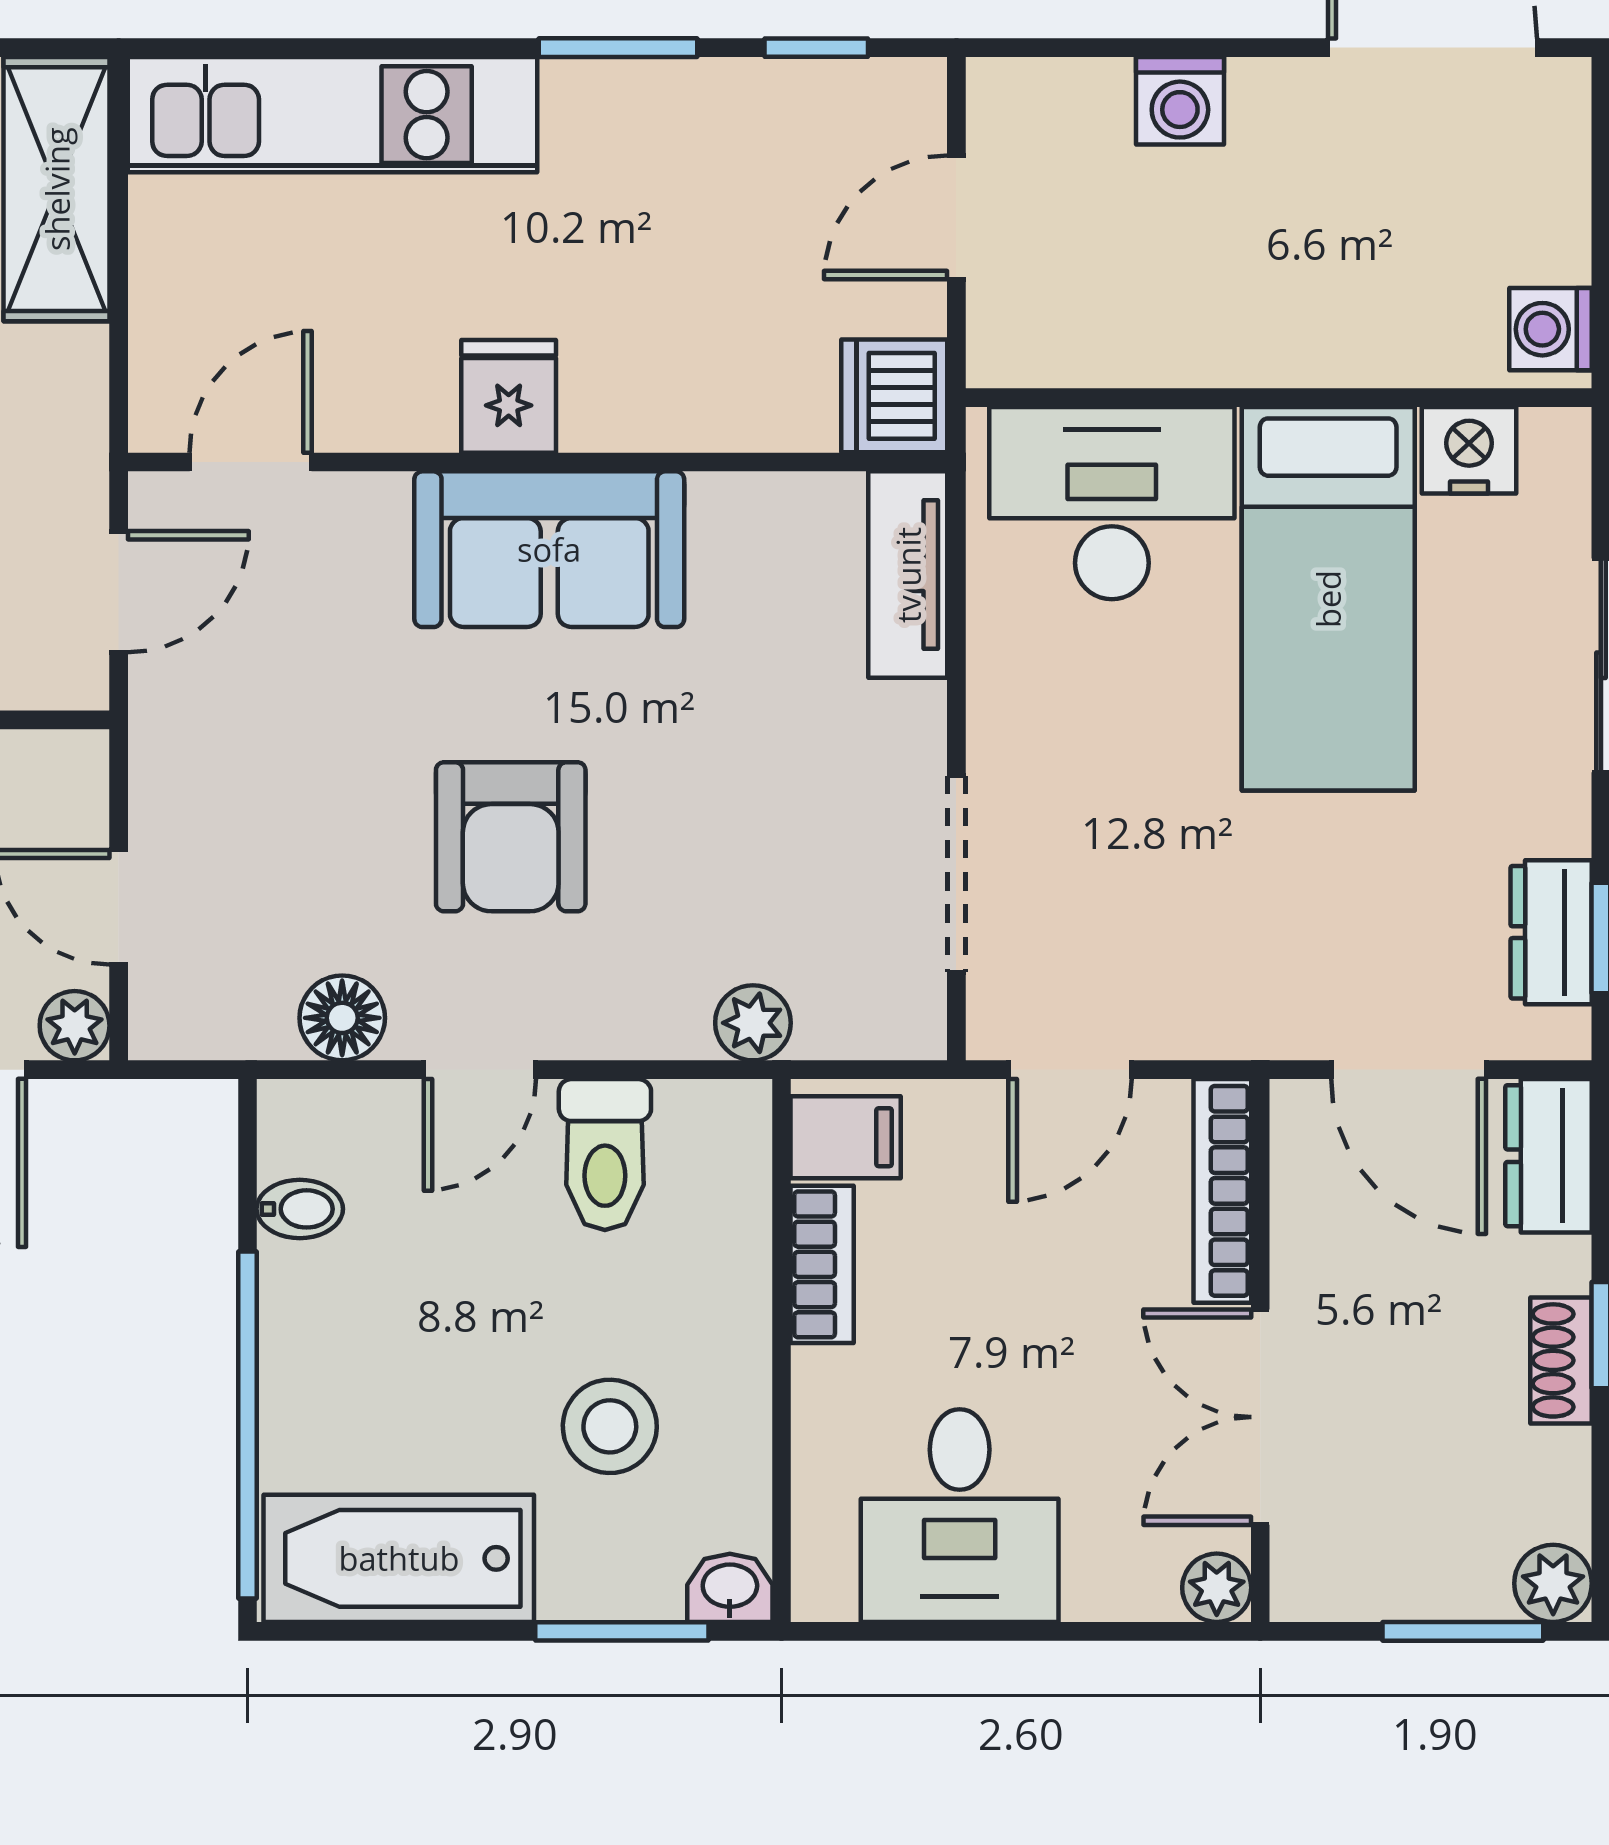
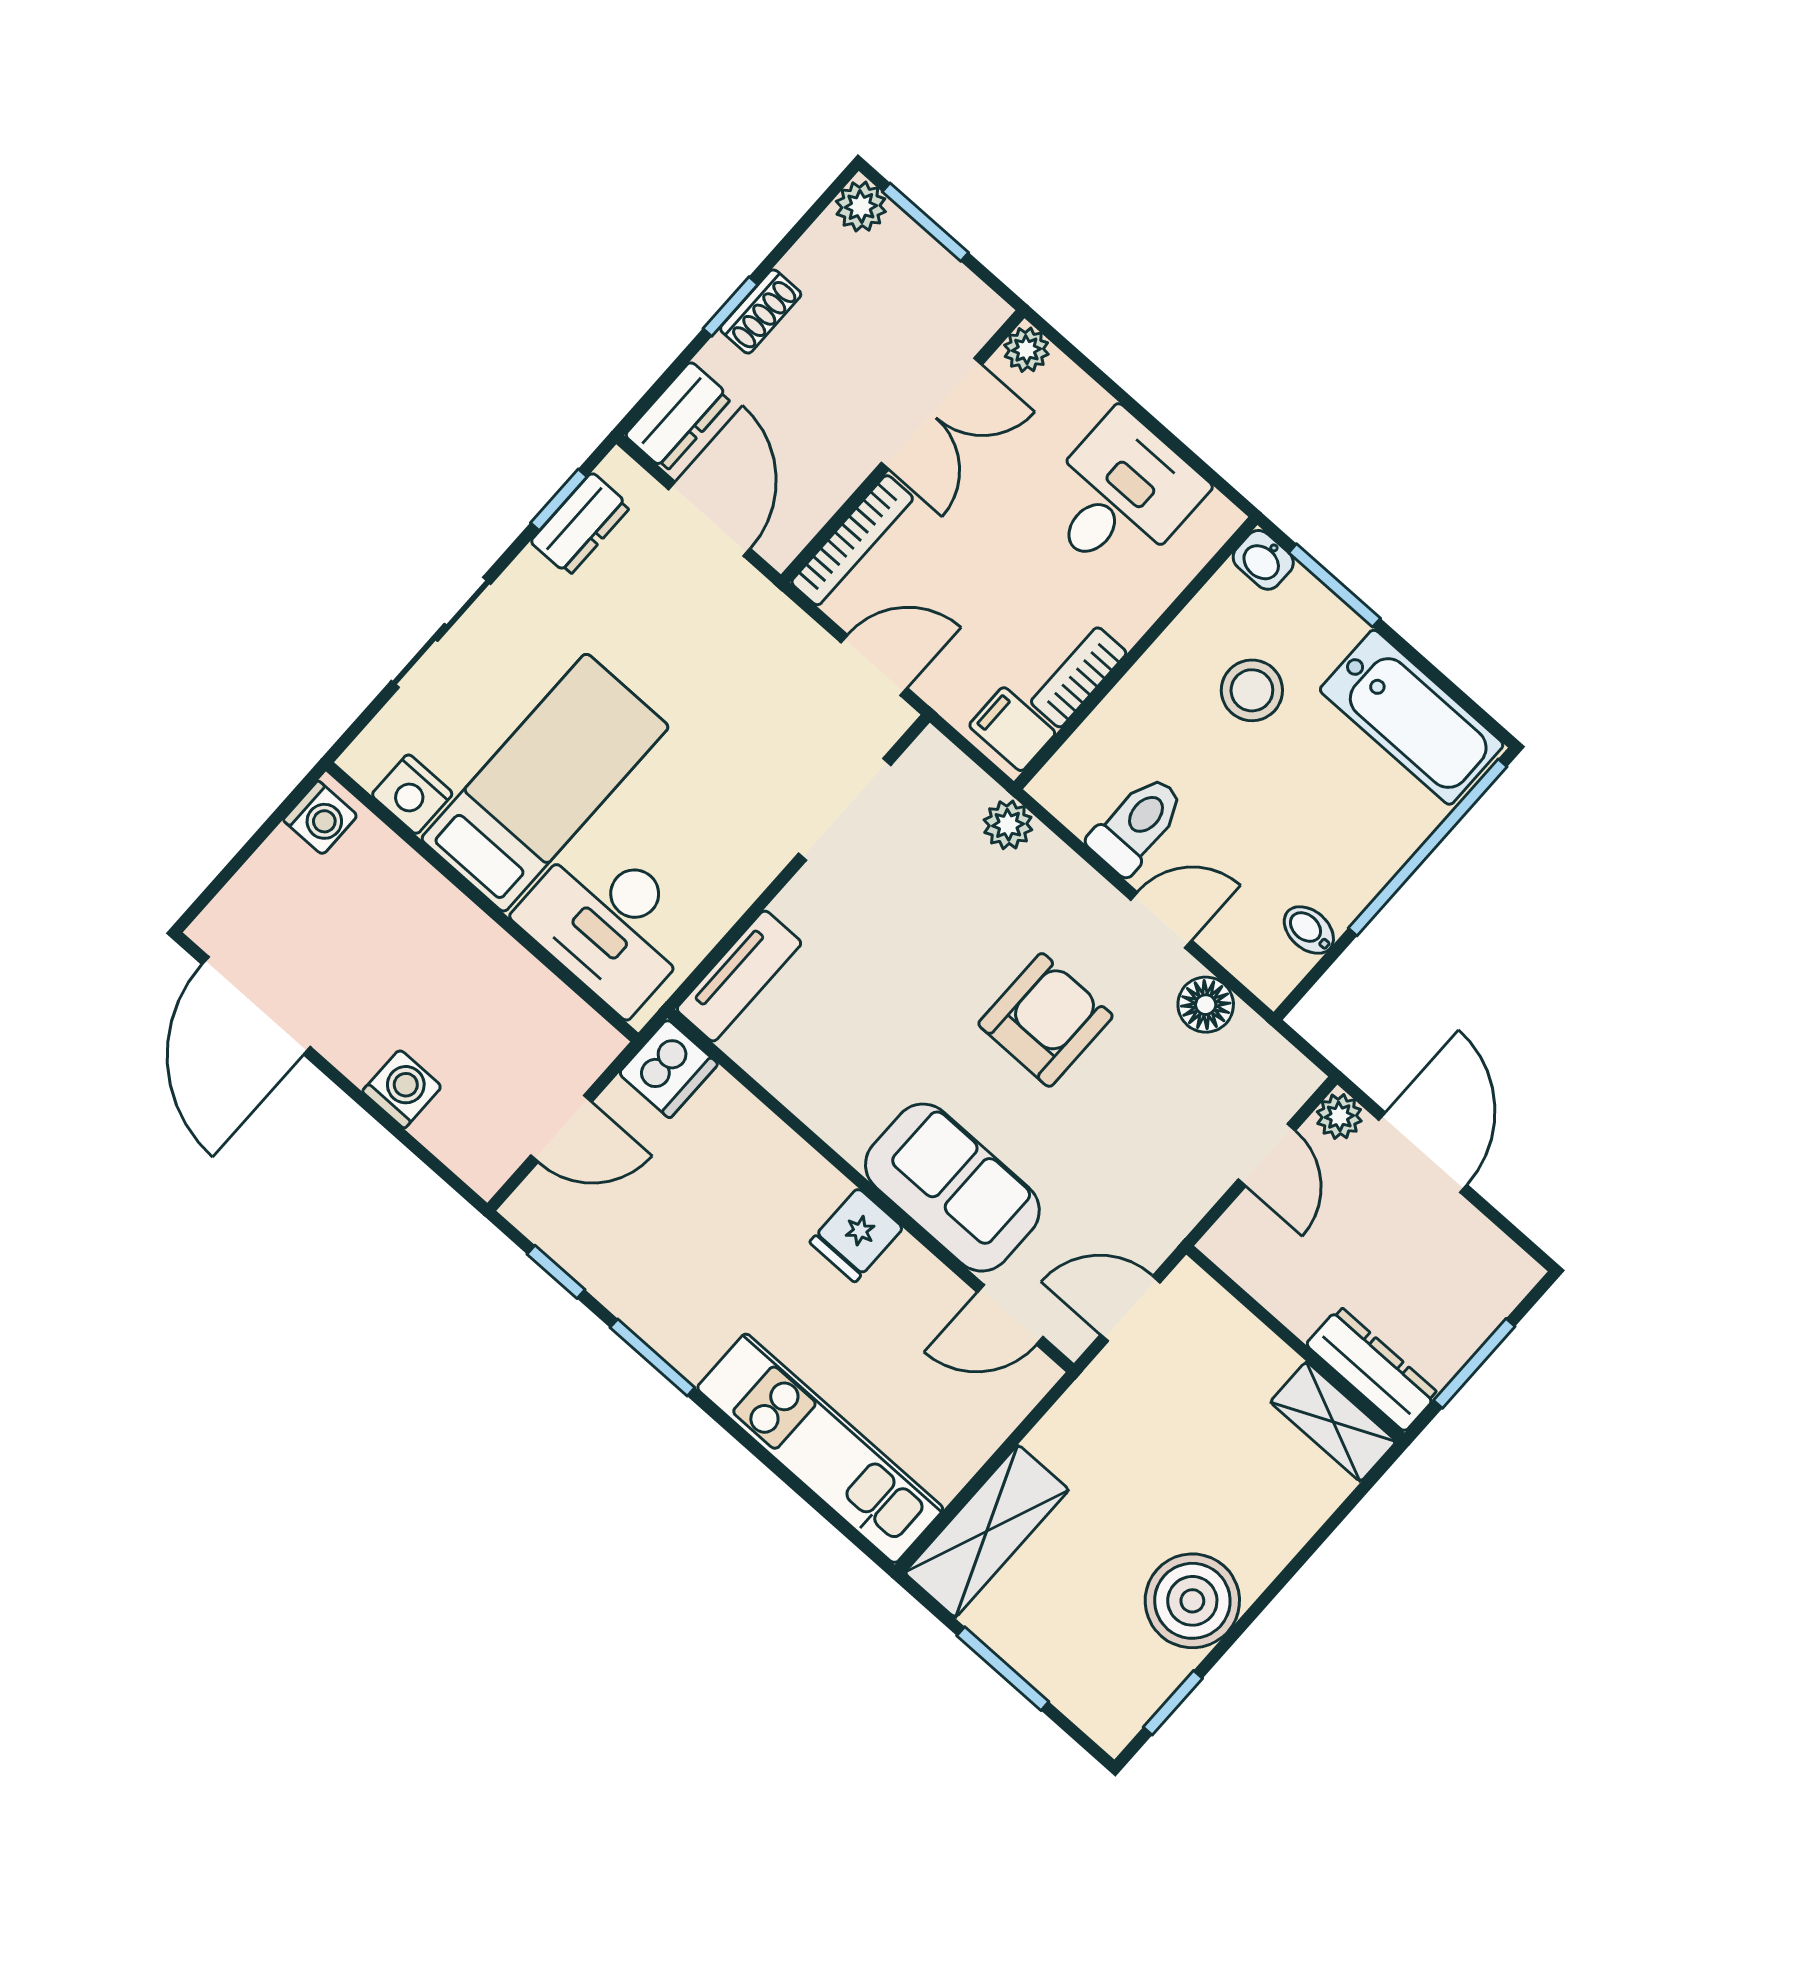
sofa: (549, 549) -> (952, 1188), moved

